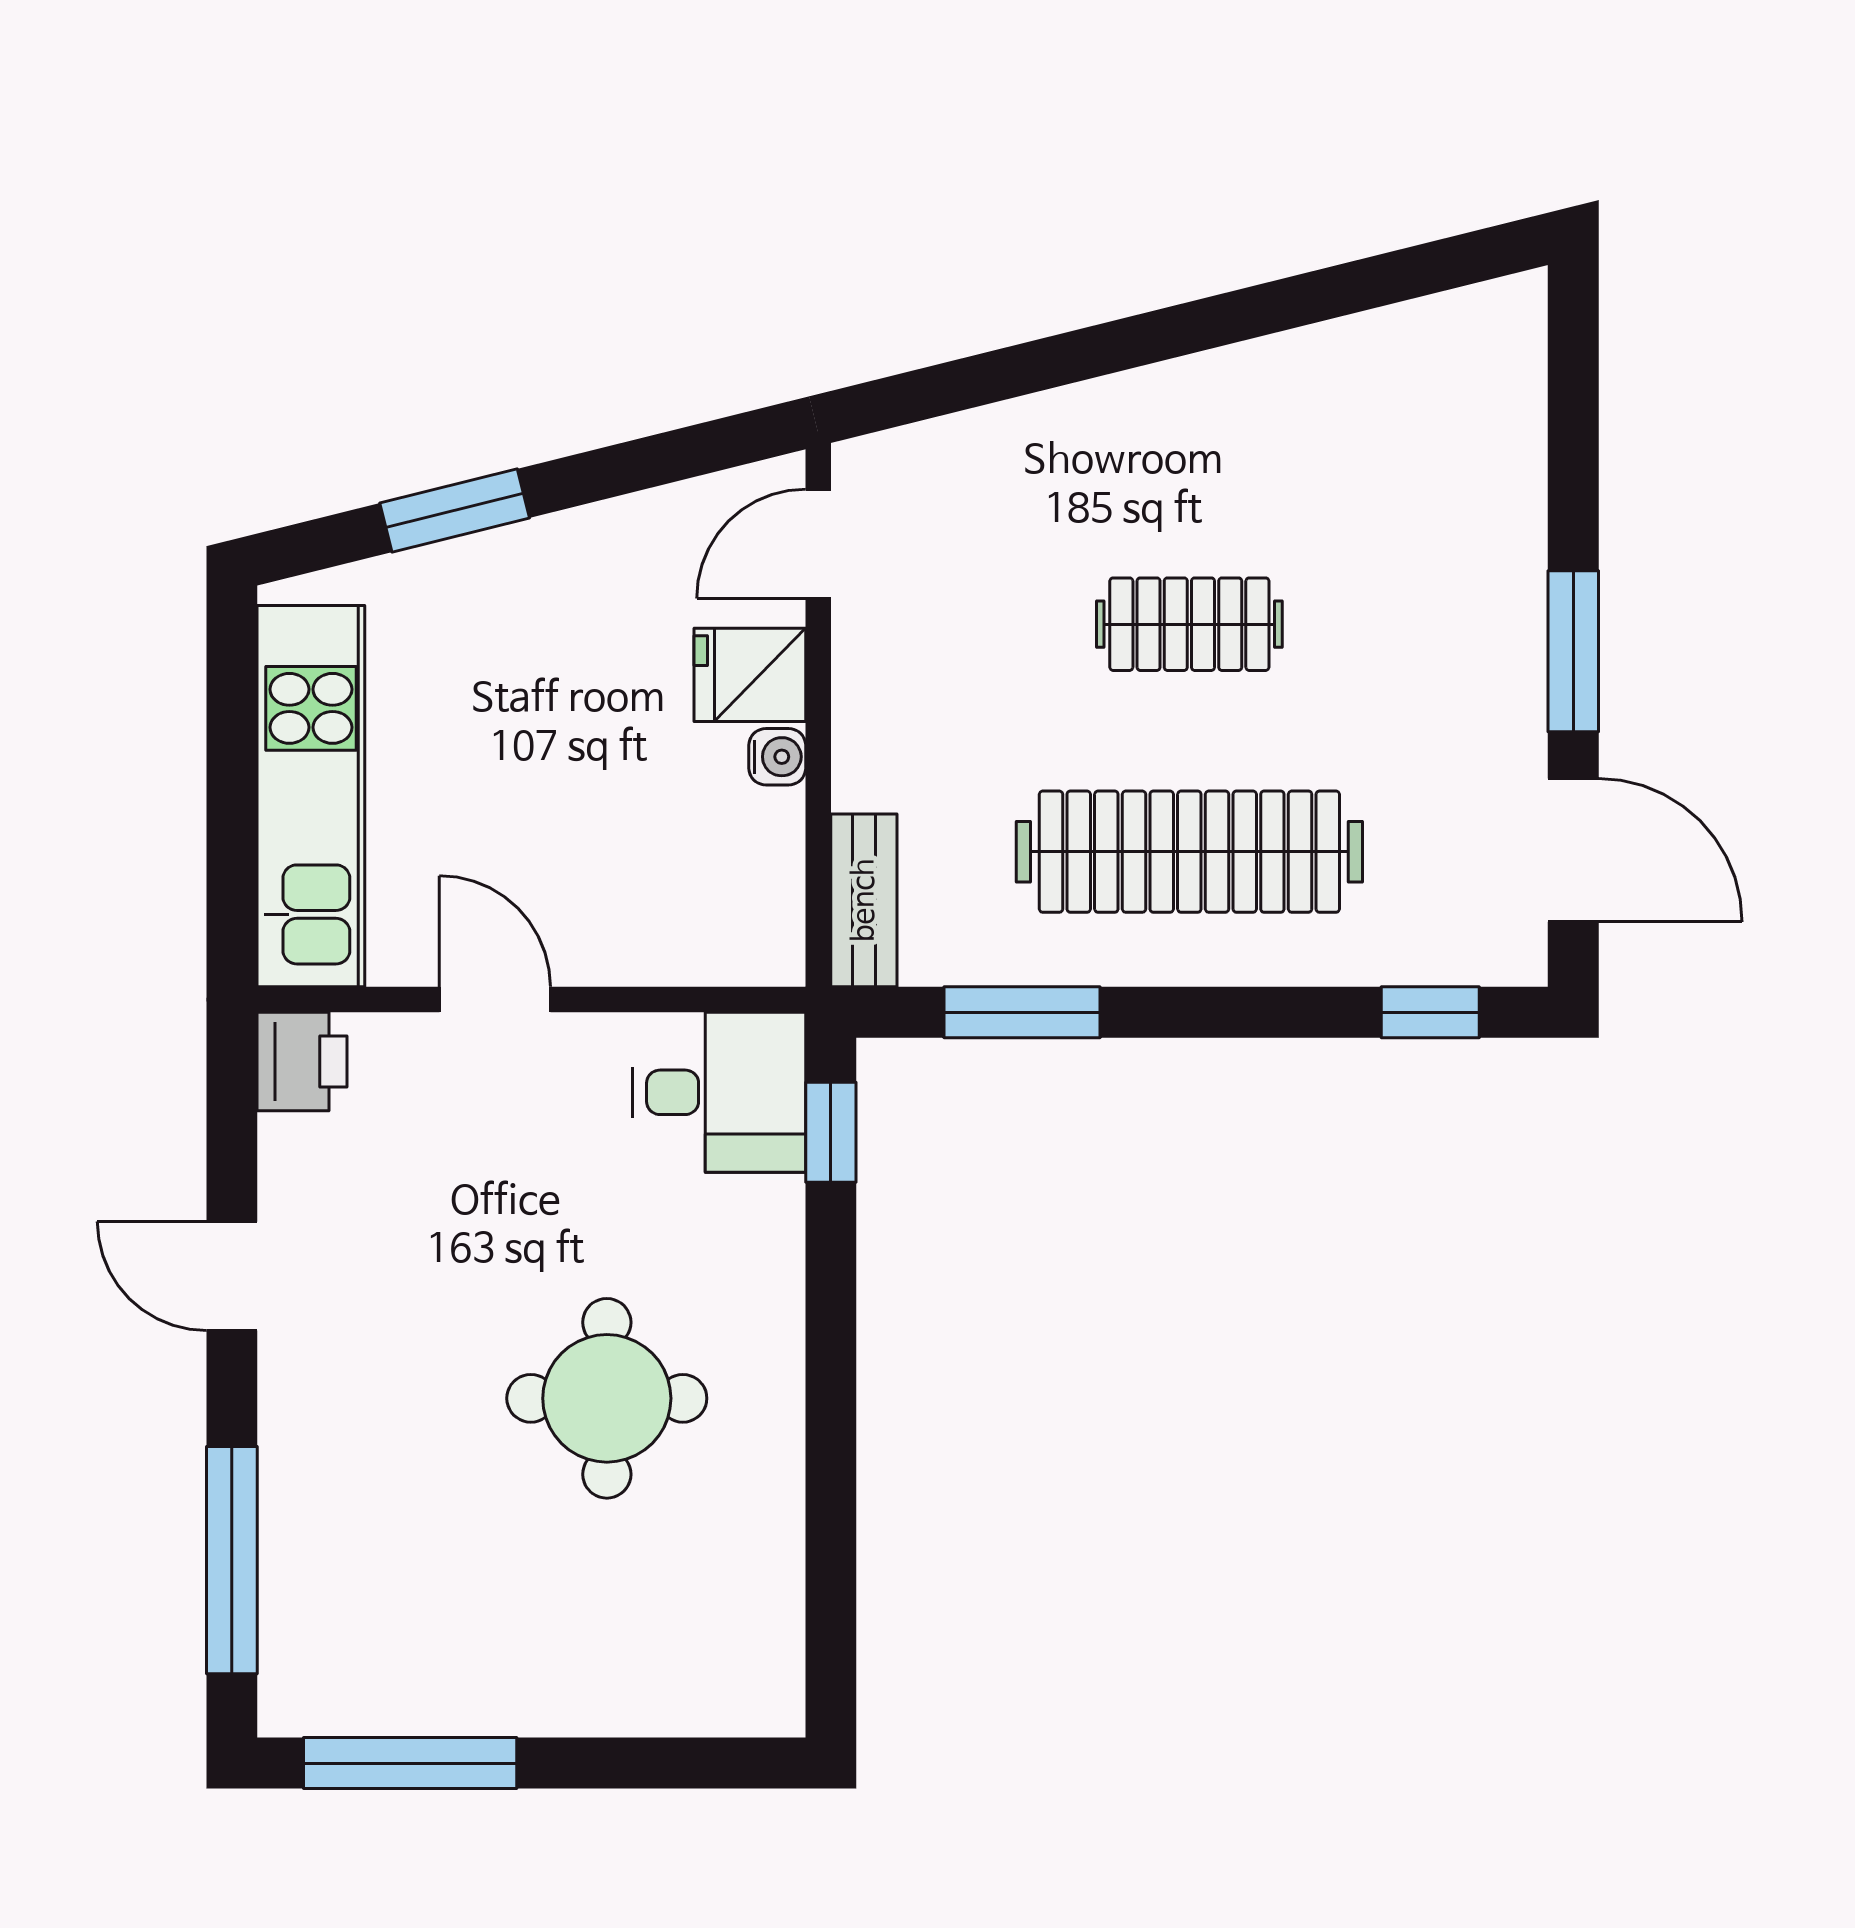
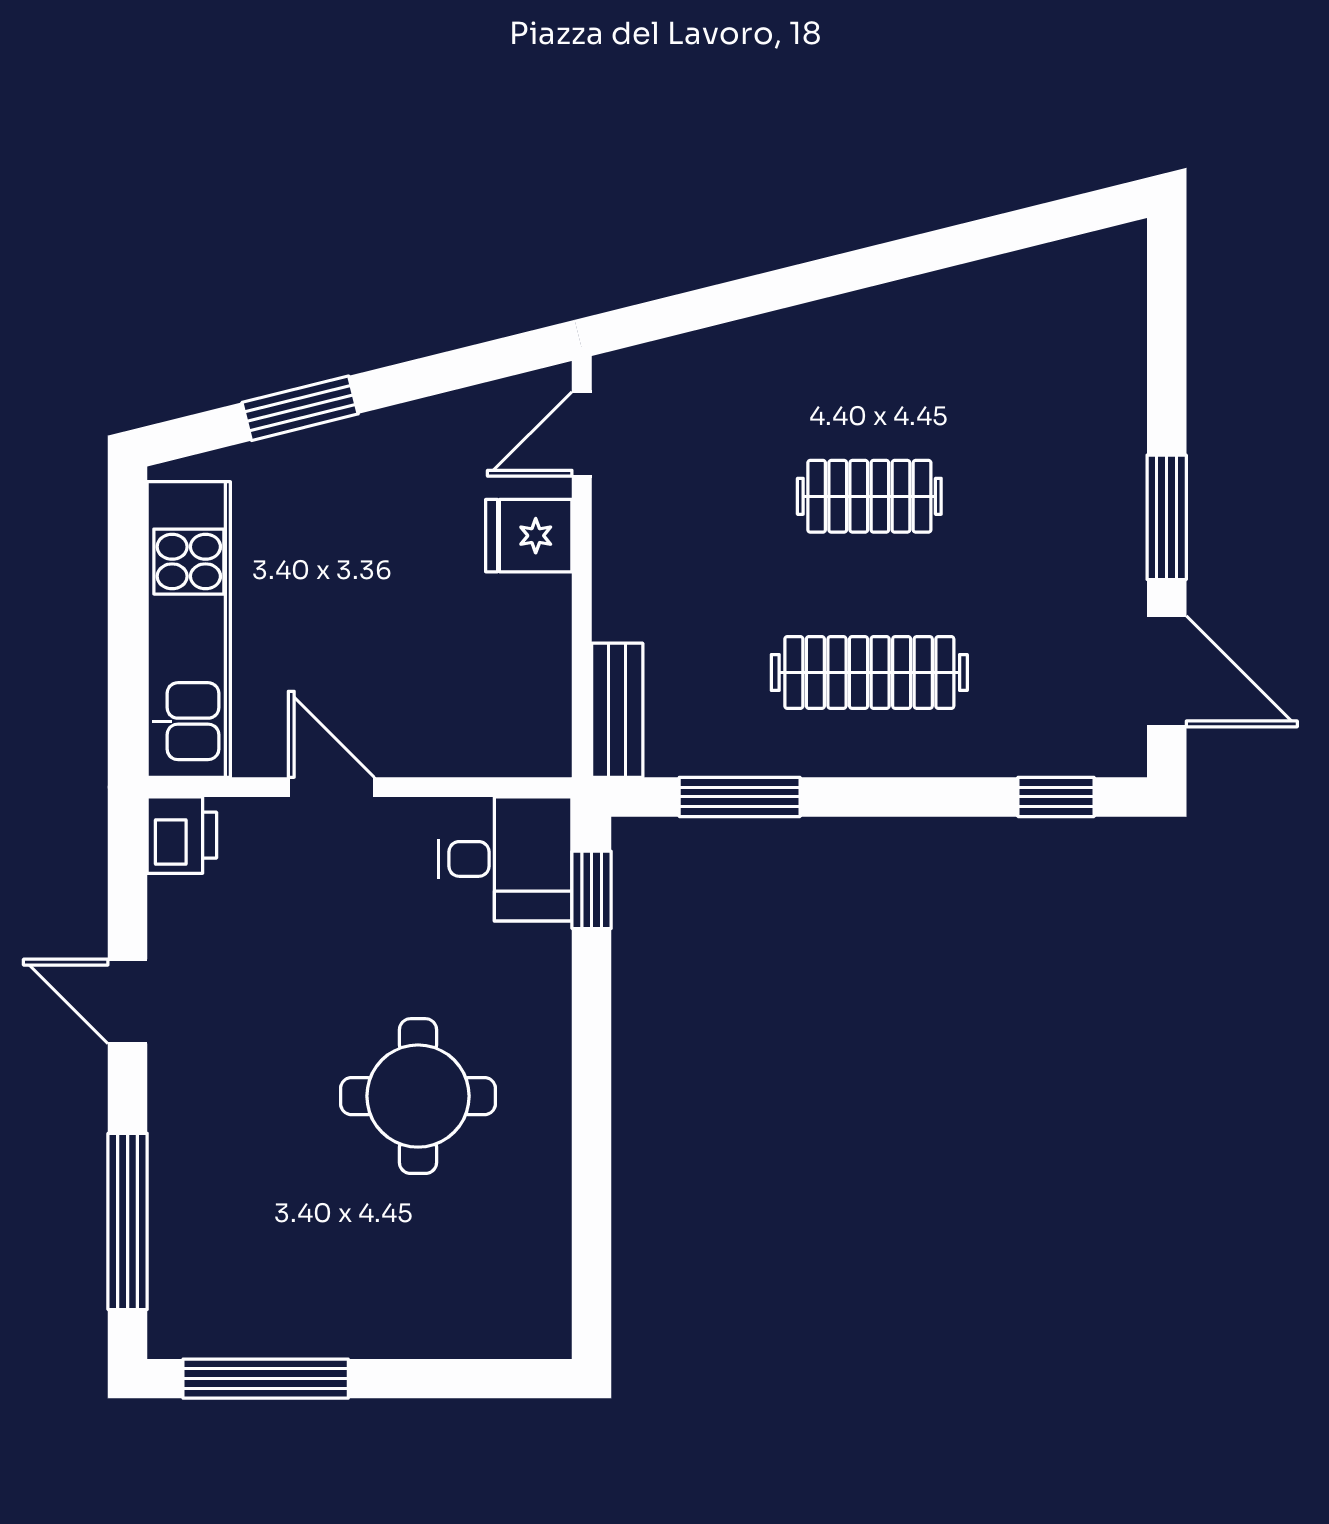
water cooler: (777, 757) -> (550, 599), removed
clothes rail: (1189, 852) -> (869, 673), width x0.73, depth x0.76

